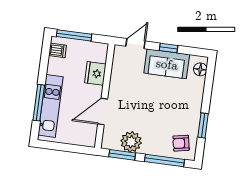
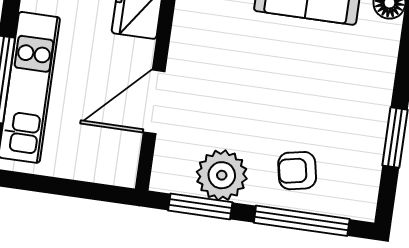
armchair: (181, 143) -> (297, 171), moved

